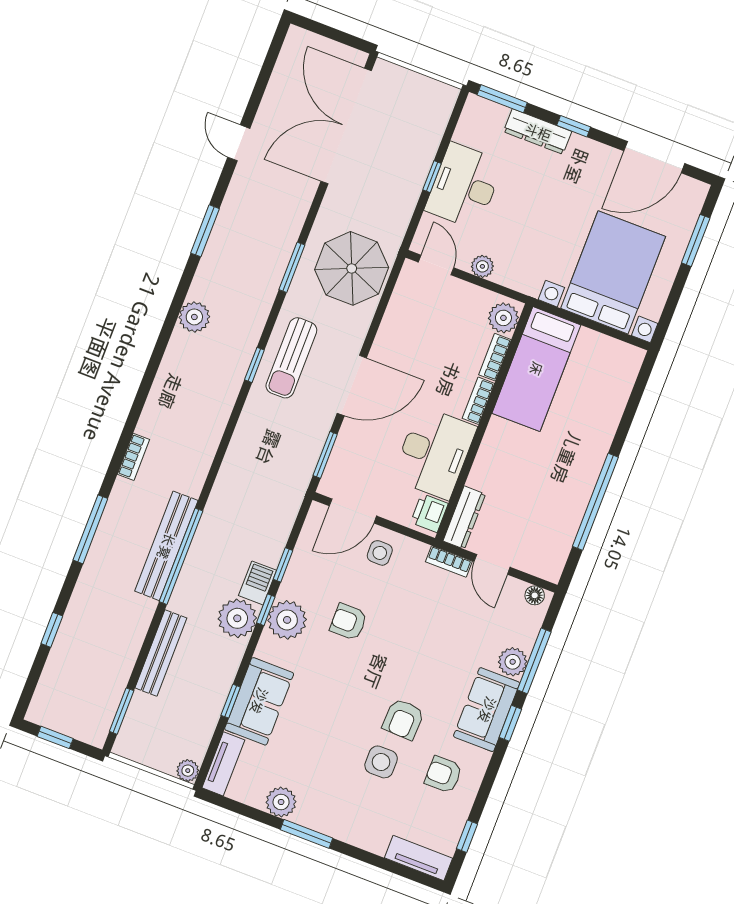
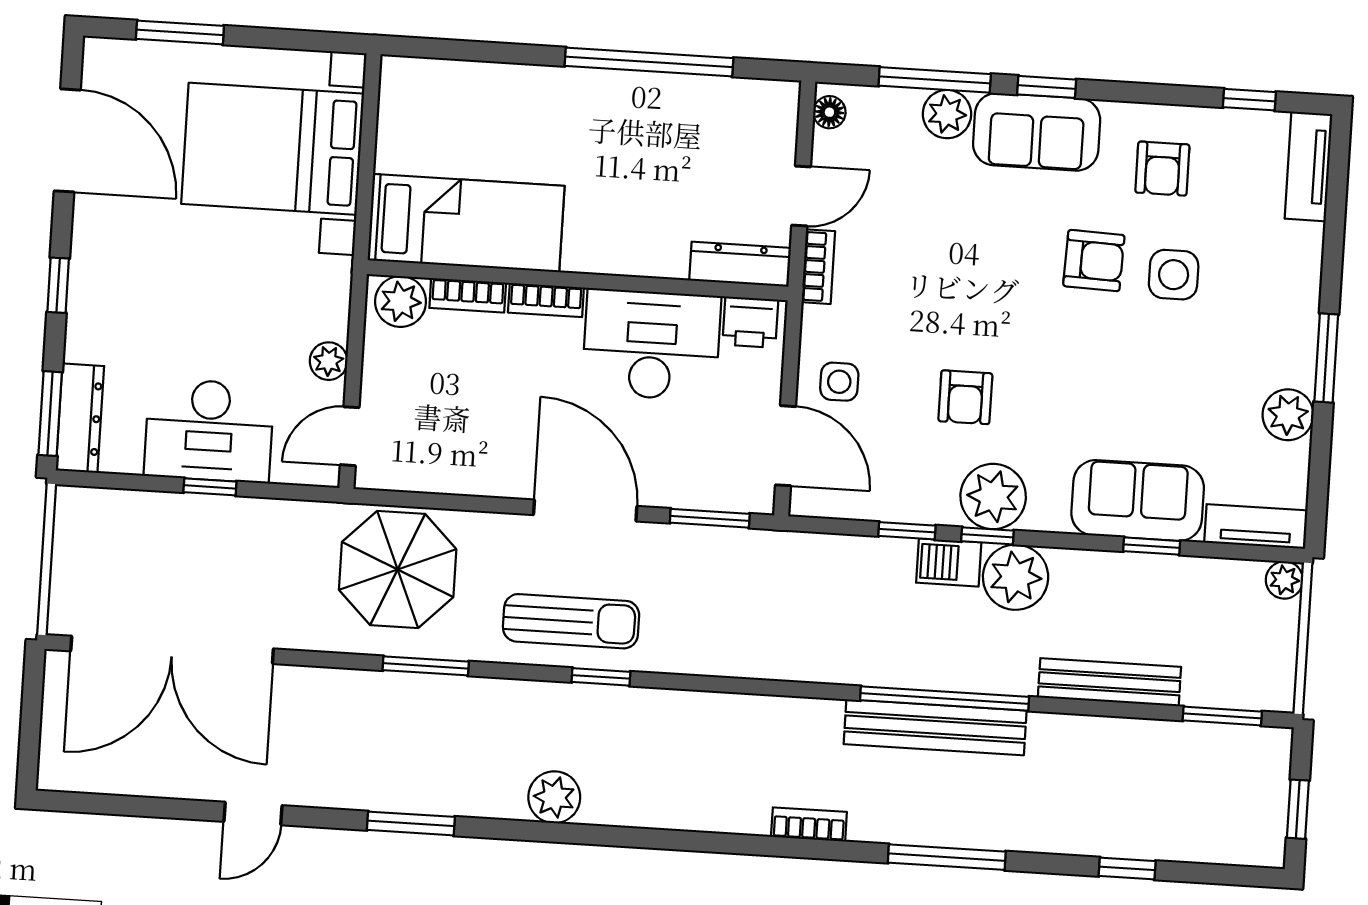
dresser: (538, 132) -> (80, 418), moved

